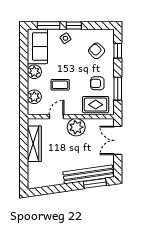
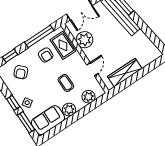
window: (118, 89) -> (39, 36), width x1.44
door: (57, 117) -> (92, 69), swing flipped
plant: (76, 127) -> (85, 40), moved

